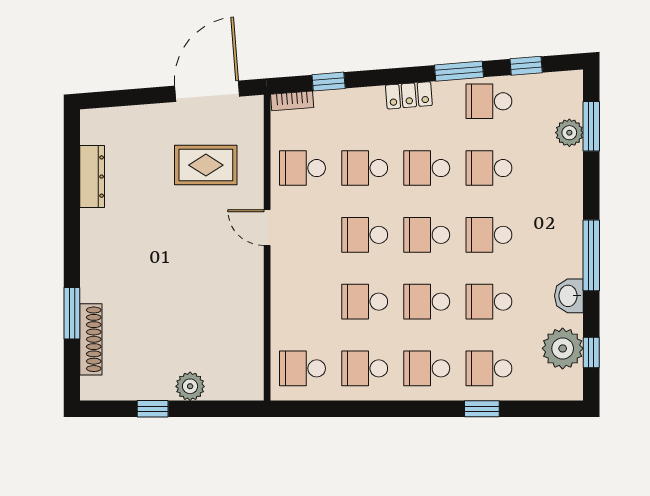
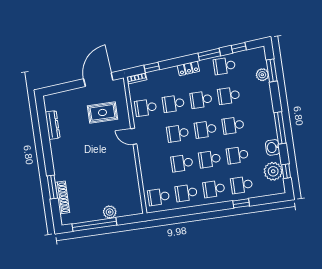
window: (153, 409) -> (94, 224), width x3.17

